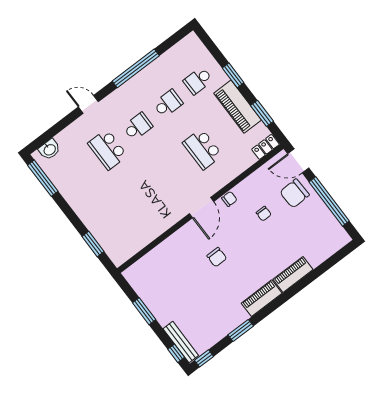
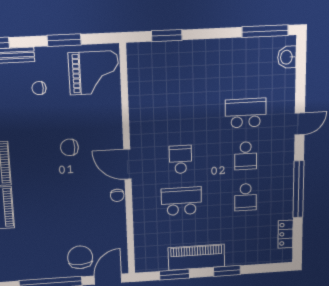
school desk: (198, 81) -> (180, 159), moved
locker: (265, 147) -> (285, 234), moved, turned 180
chair: (264, 214) -> (39, 88), moved
grand piano: (153, 276) -> (94, 73), added

